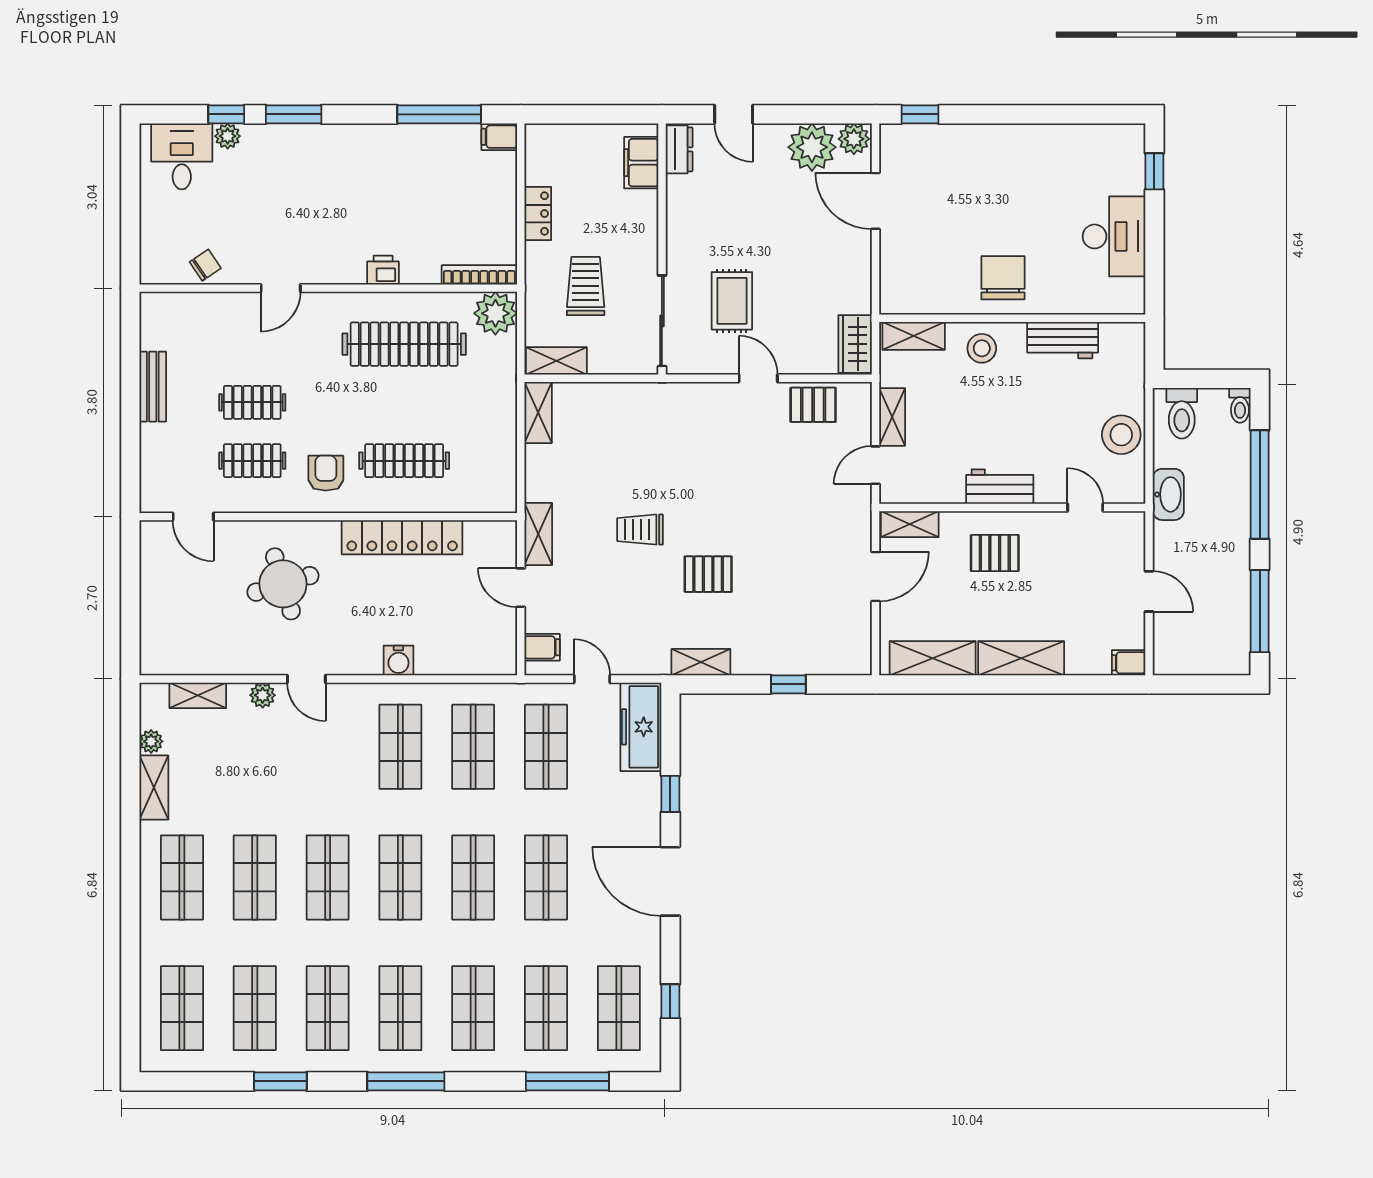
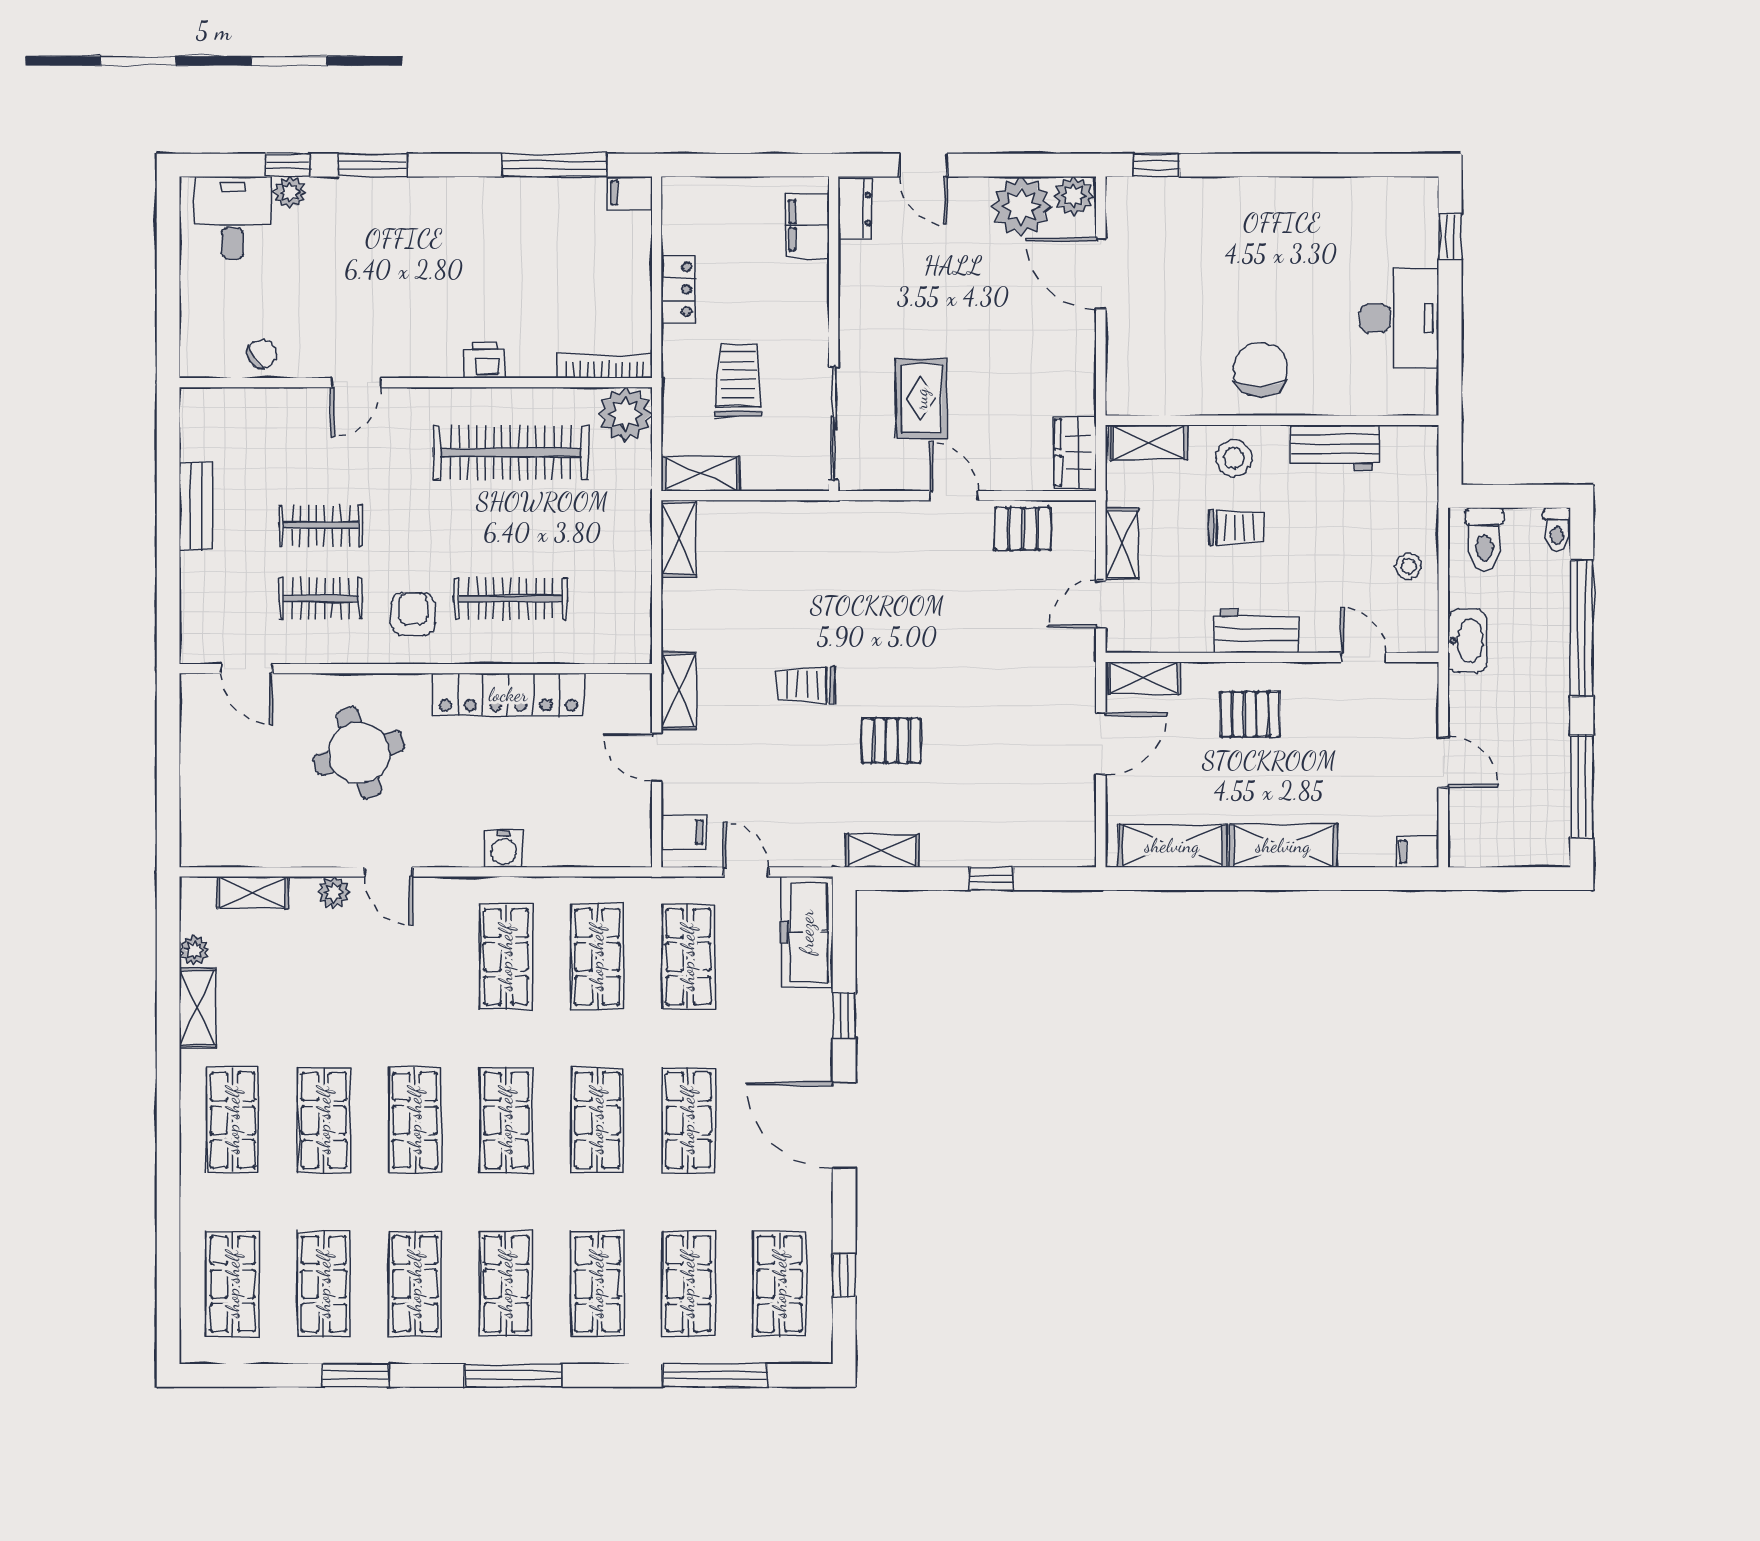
trolley: (984, 404) -> (1236, 527), added
stool: (1121, 435) -> (1408, 566), width x0.53, depth x0.53

